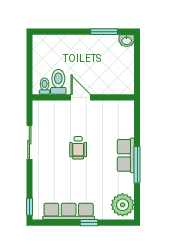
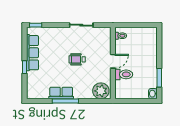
toilet: (58, 82) -> (124, 74), moved
row of seats: (126, 155) -> (61, 93), moved
plant: (123, 205) -> (101, 91), moved

